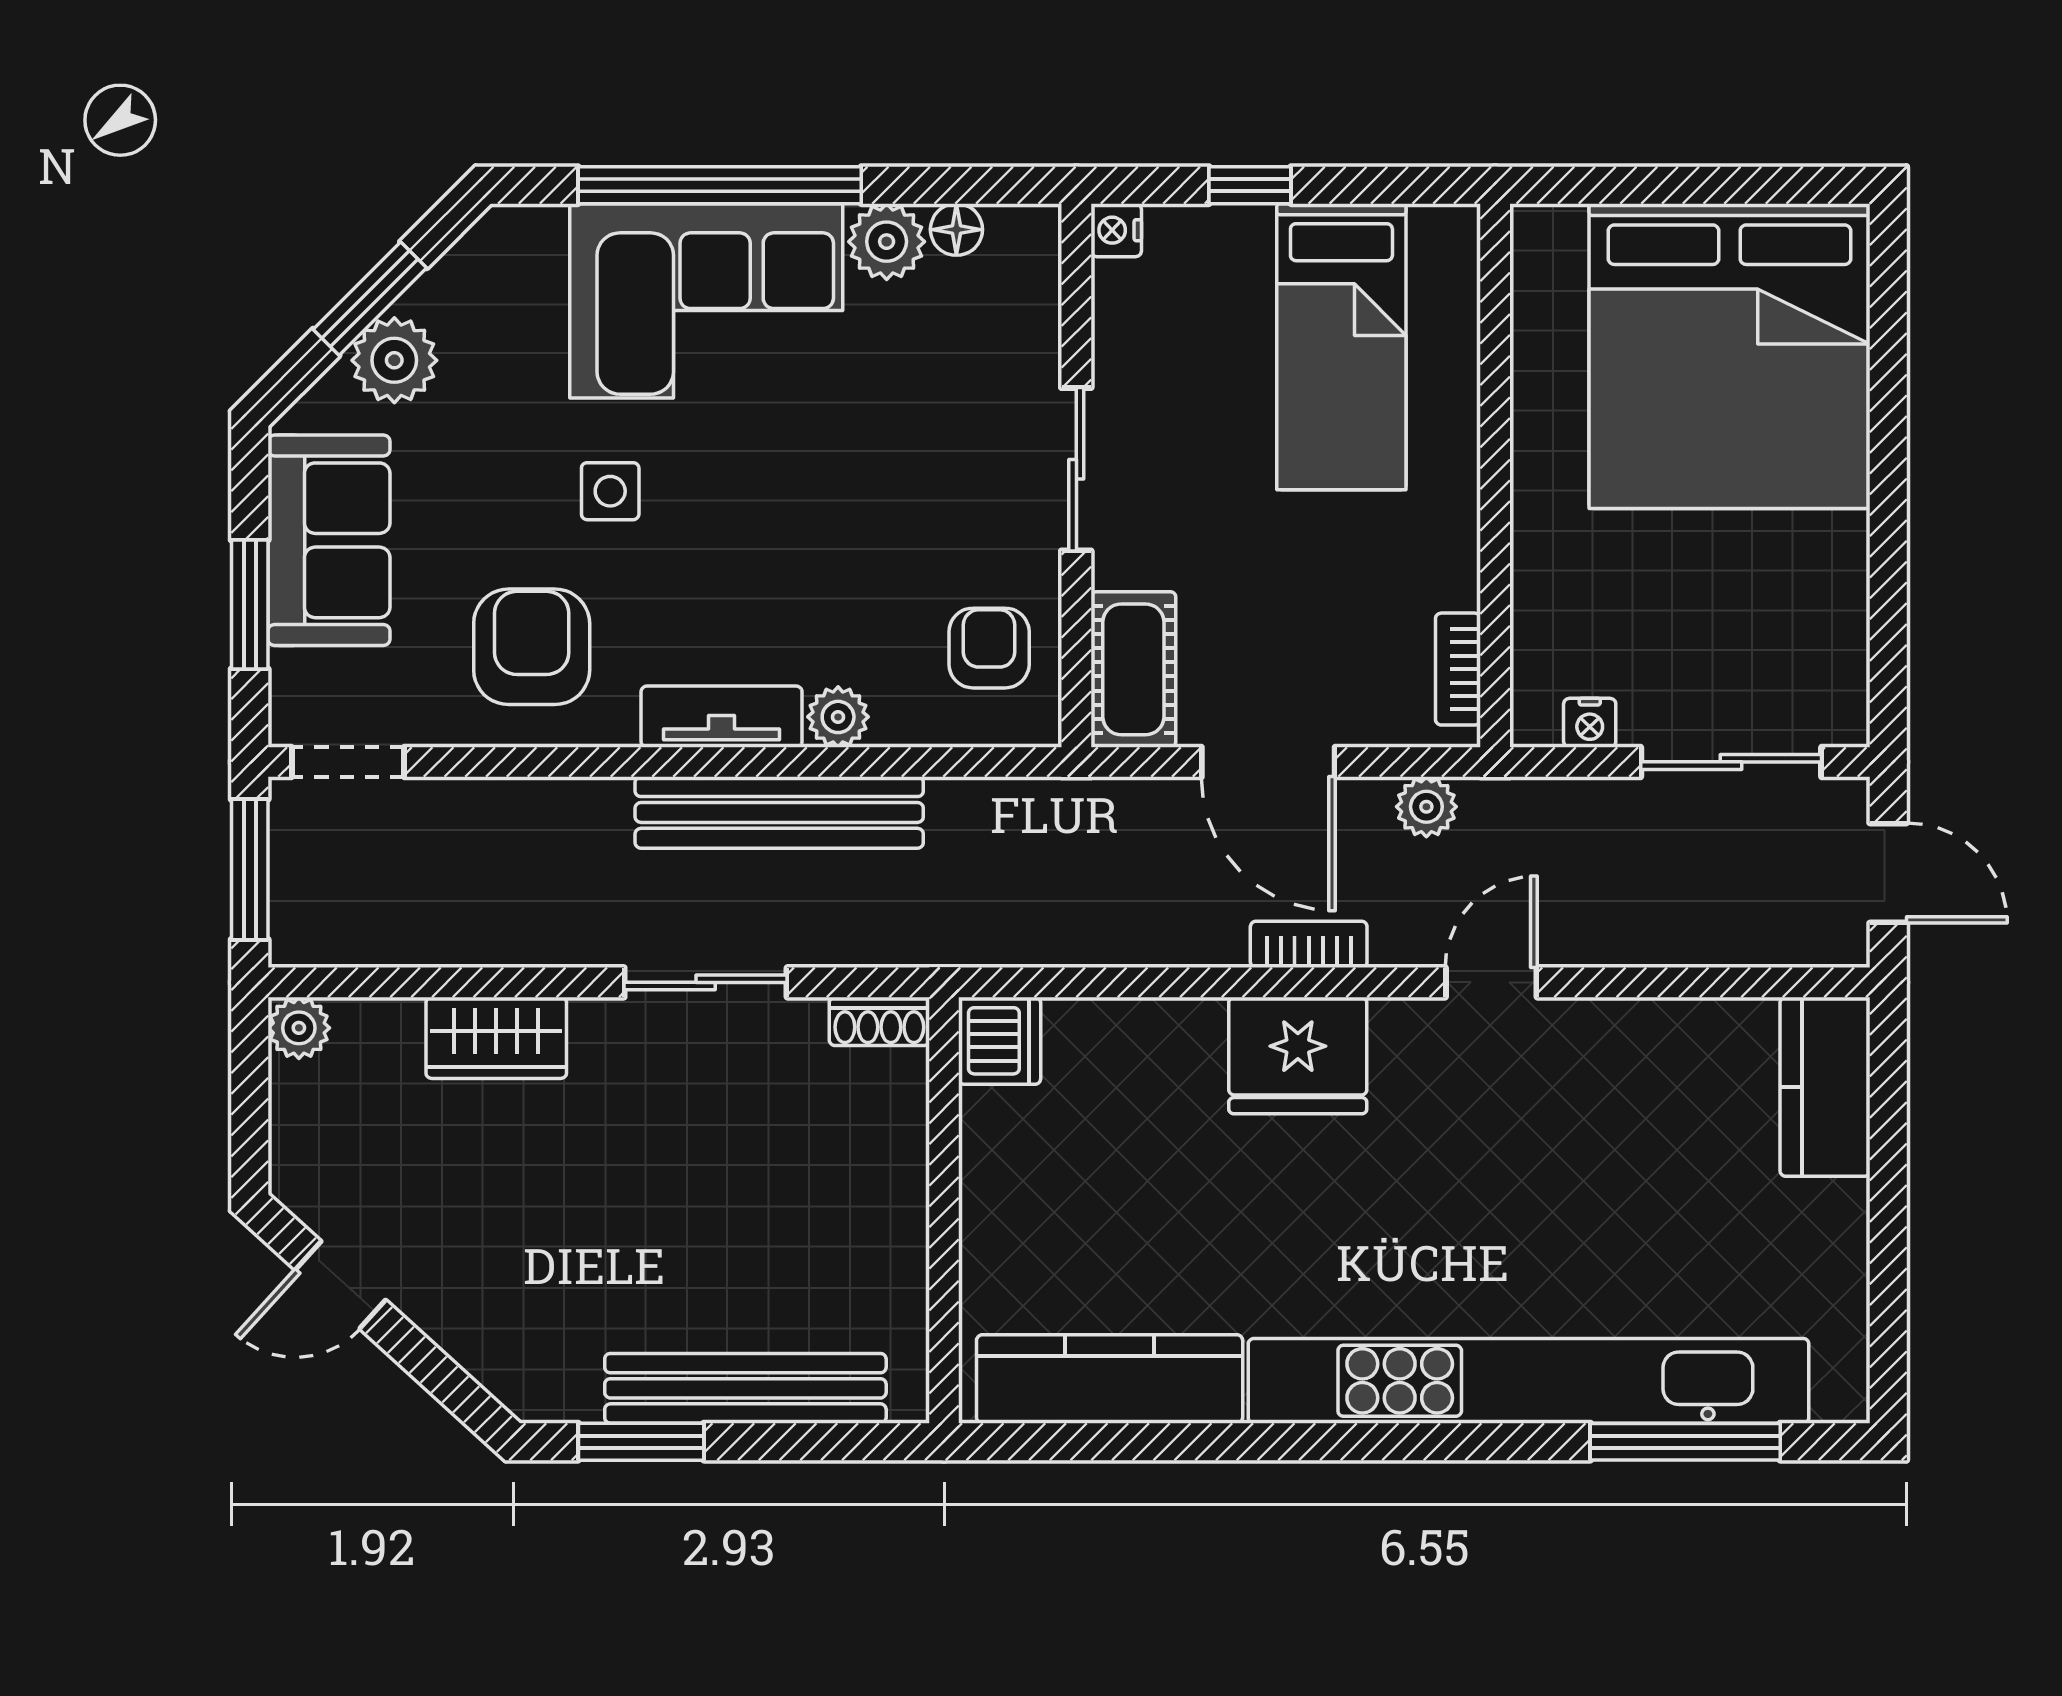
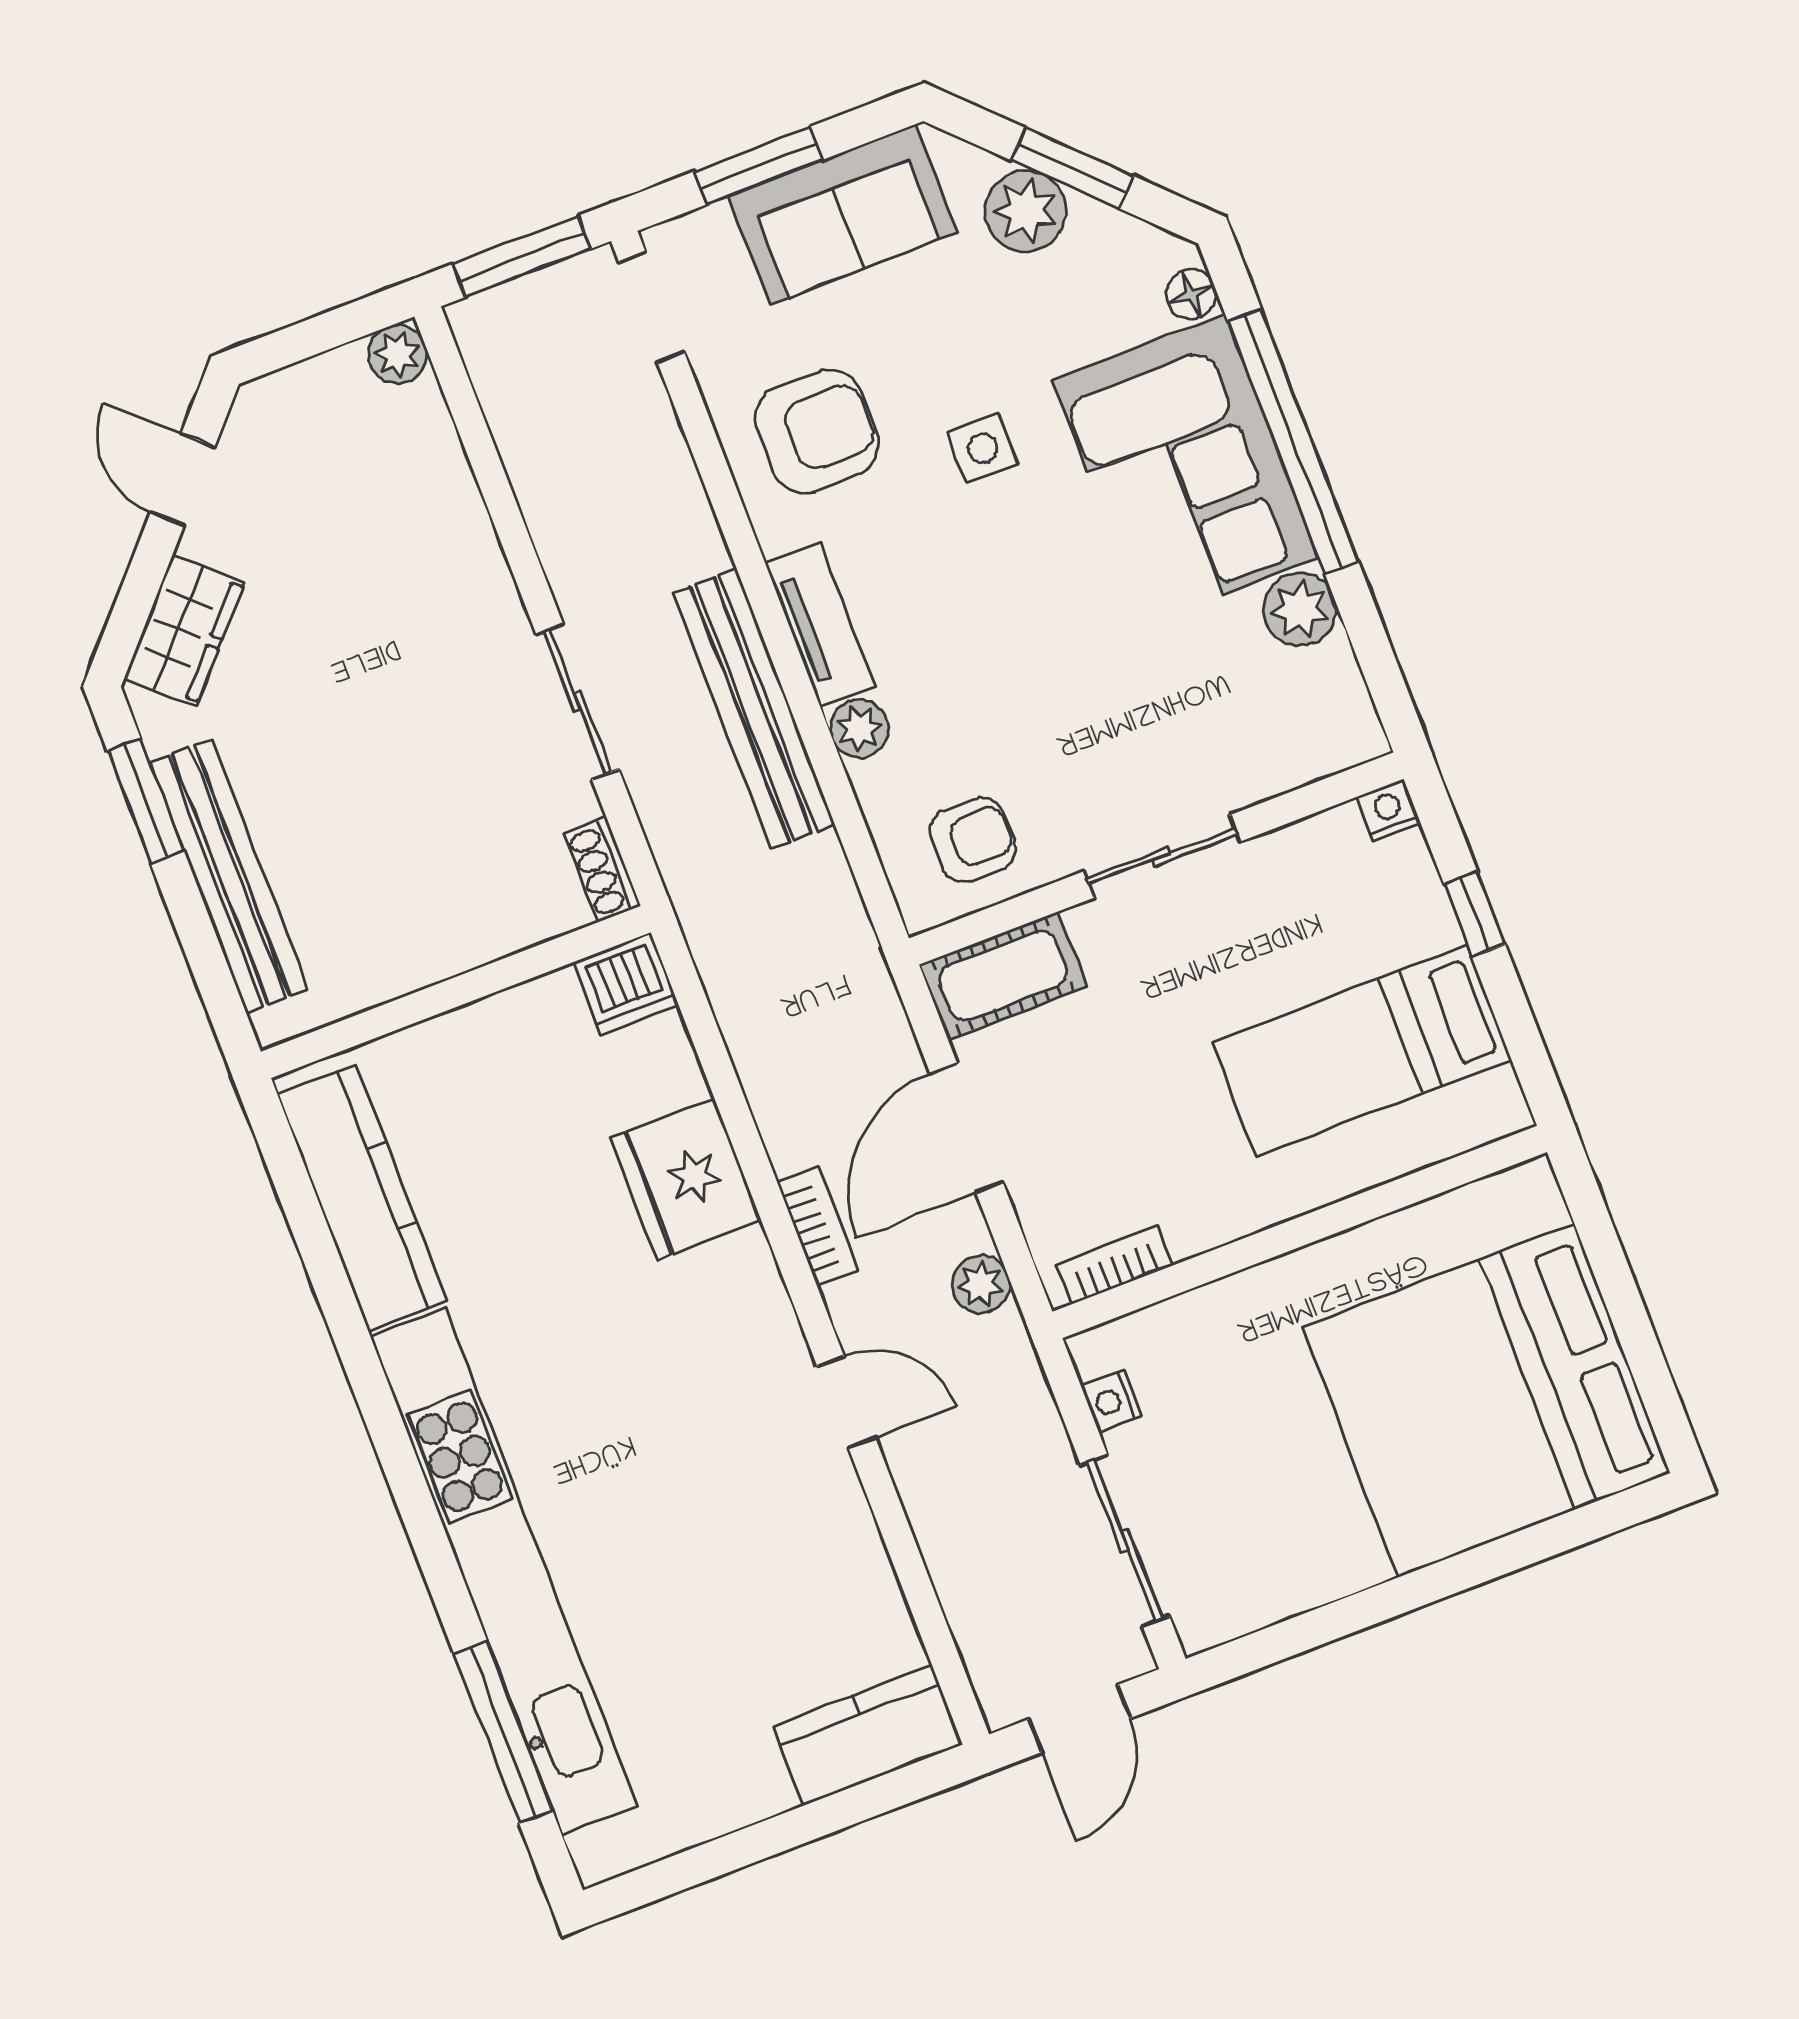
floor lamp: (956, 230) -> (1191, 294), moved
wardrobe: (496, 1038) -> (184, 630), moved, turned -138
fridge: (1298, 1055) -> (686, 1179), moved

